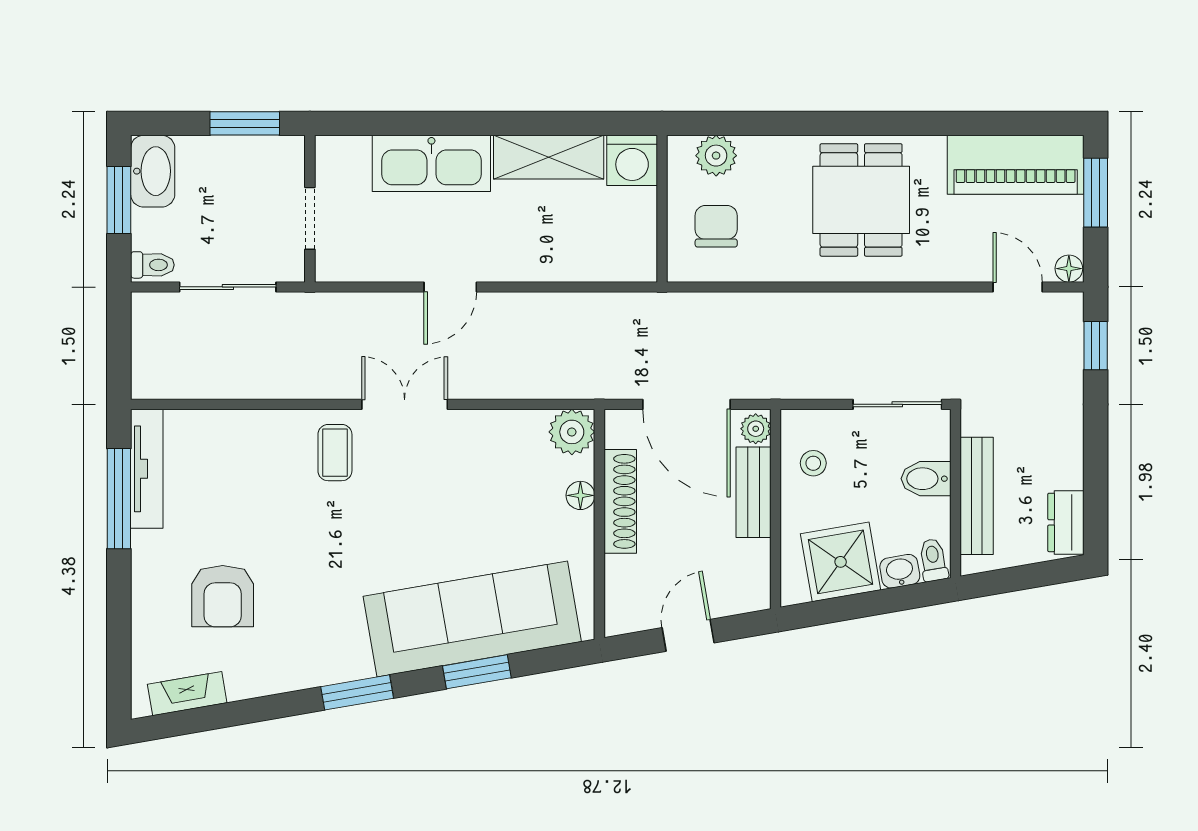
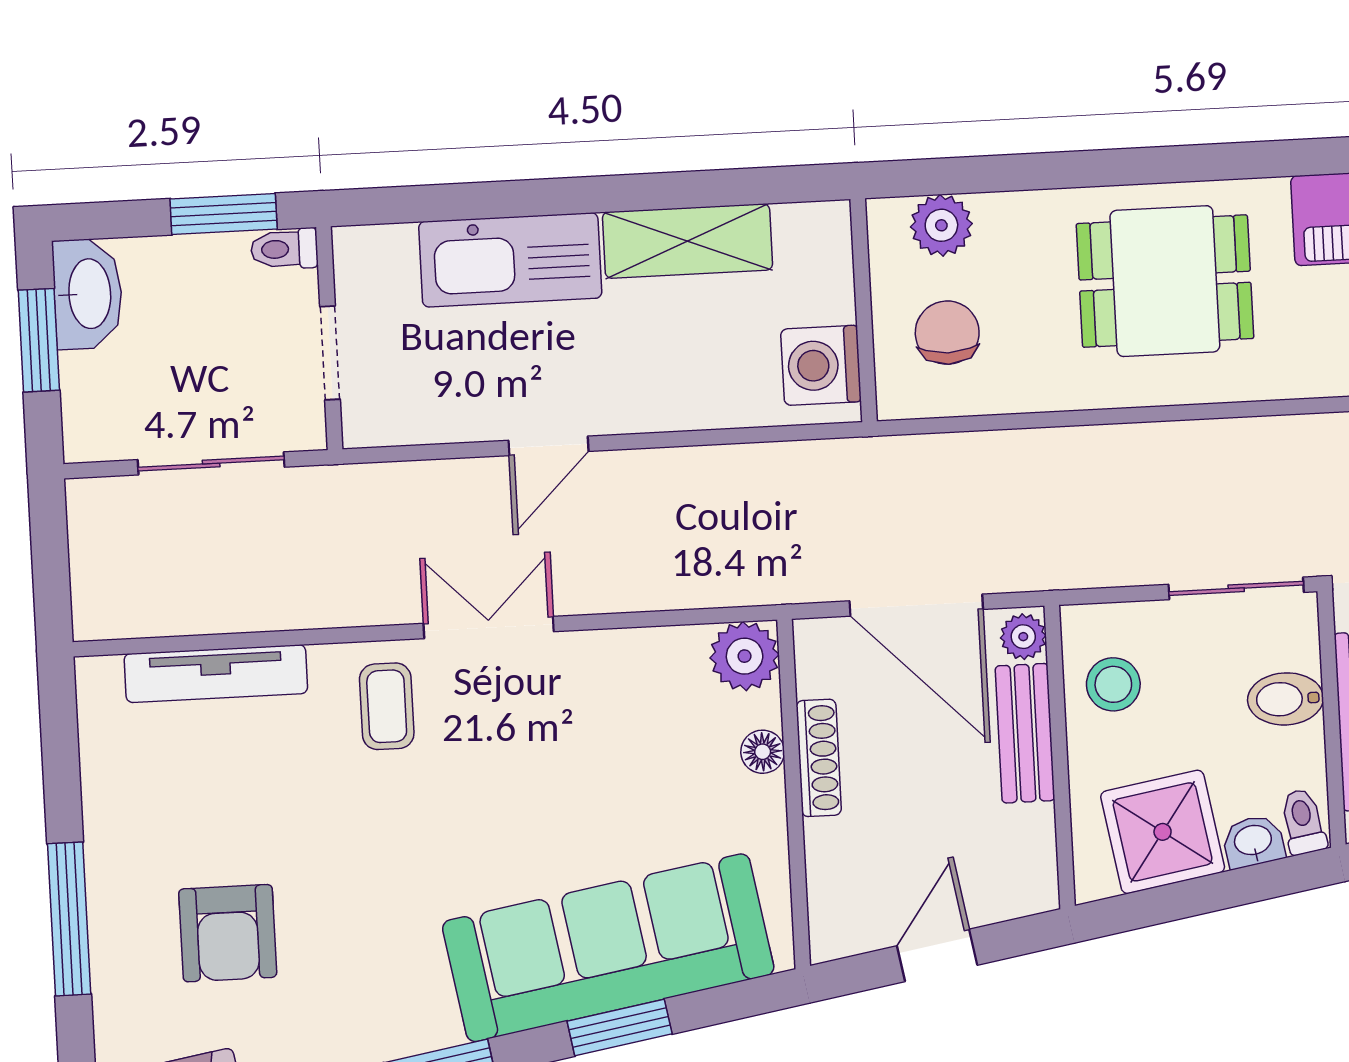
washing machine: (632, 160) -> (821, 365), moved, turned 90
dining table: (861, 200) -> (1165, 281), turned 90
toilet: (152, 265) -> (284, 249), moved, turned 180
stool: (813, 463) -> (1113, 684), width x1.37, depth x1.37
tv unit: (147, 469) -> (216, 674), moved, turned 90
window: (119, 499) -> (69, 919), moved
shoe rack: (620, 501) -> (819, 758), width x0.74, depth x0.81

